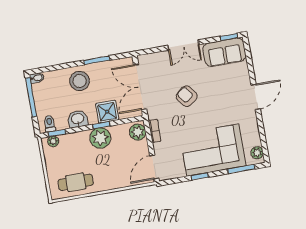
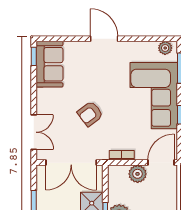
double door: (183, 45) -> (34, 132), moved
plant: (138, 132) -> (138, 174), moved
door: (154, 167) -> (161, 163), swing flipped

